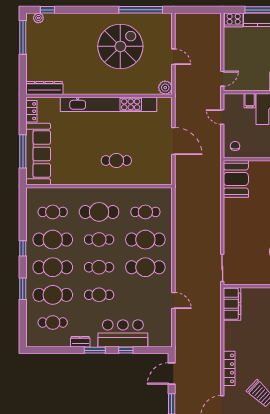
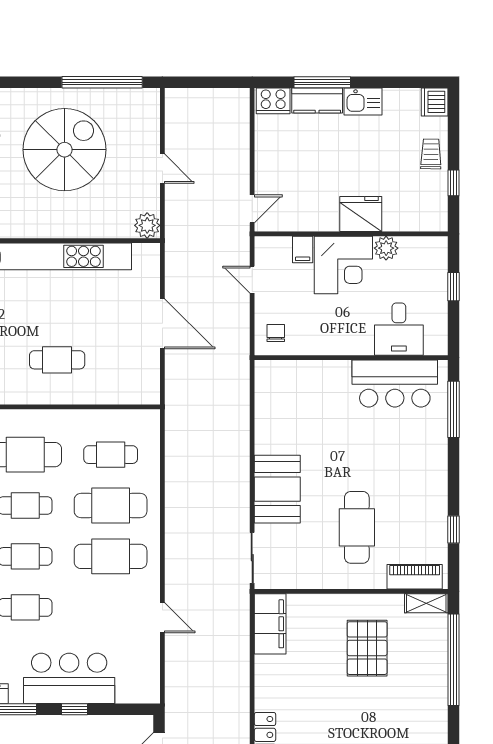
booth: (236, 179) -> (277, 489), moved

